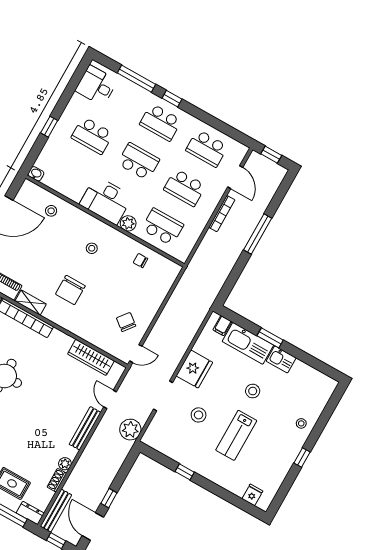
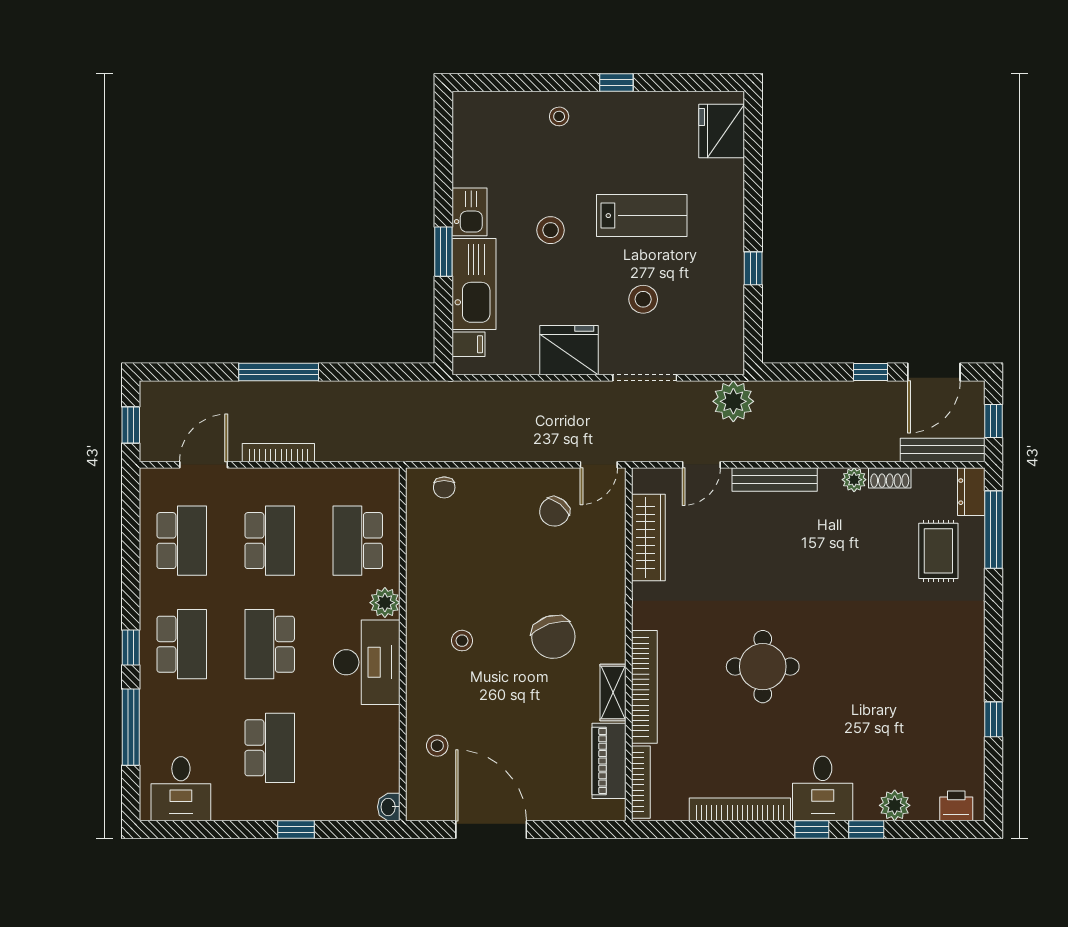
chair: (141, 261) -> (444, 487), moved
chair: (70, 290) -> (553, 637), turned 71
door: (136, 354) -> (599, 465), swing flipped
fridge: (252, 495) -> (722, 131), width x1.88, depth x1.34

